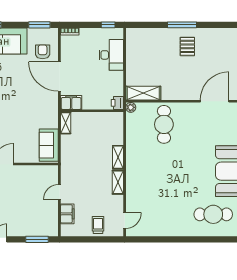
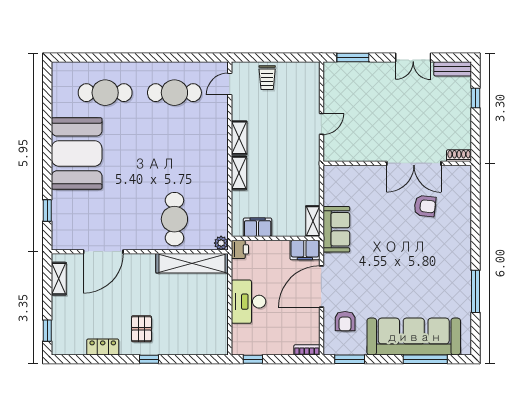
window: (182, 25) -> (149, 359), width x0.46
locker: (215, 33) -> (103, 347), added
desk: (111, 55) -> (249, 302), moved
door: (59, 77) -> (321, 286), swing flipped
shelving: (143, 93) -> (192, 263), width x1.47
sofa: (49, 145) -> (336, 229), moved
filing cabinet: (67, 214) -> (258, 227), moved, turned 90
cafe table: (164, 214) -> (174, 93), added

